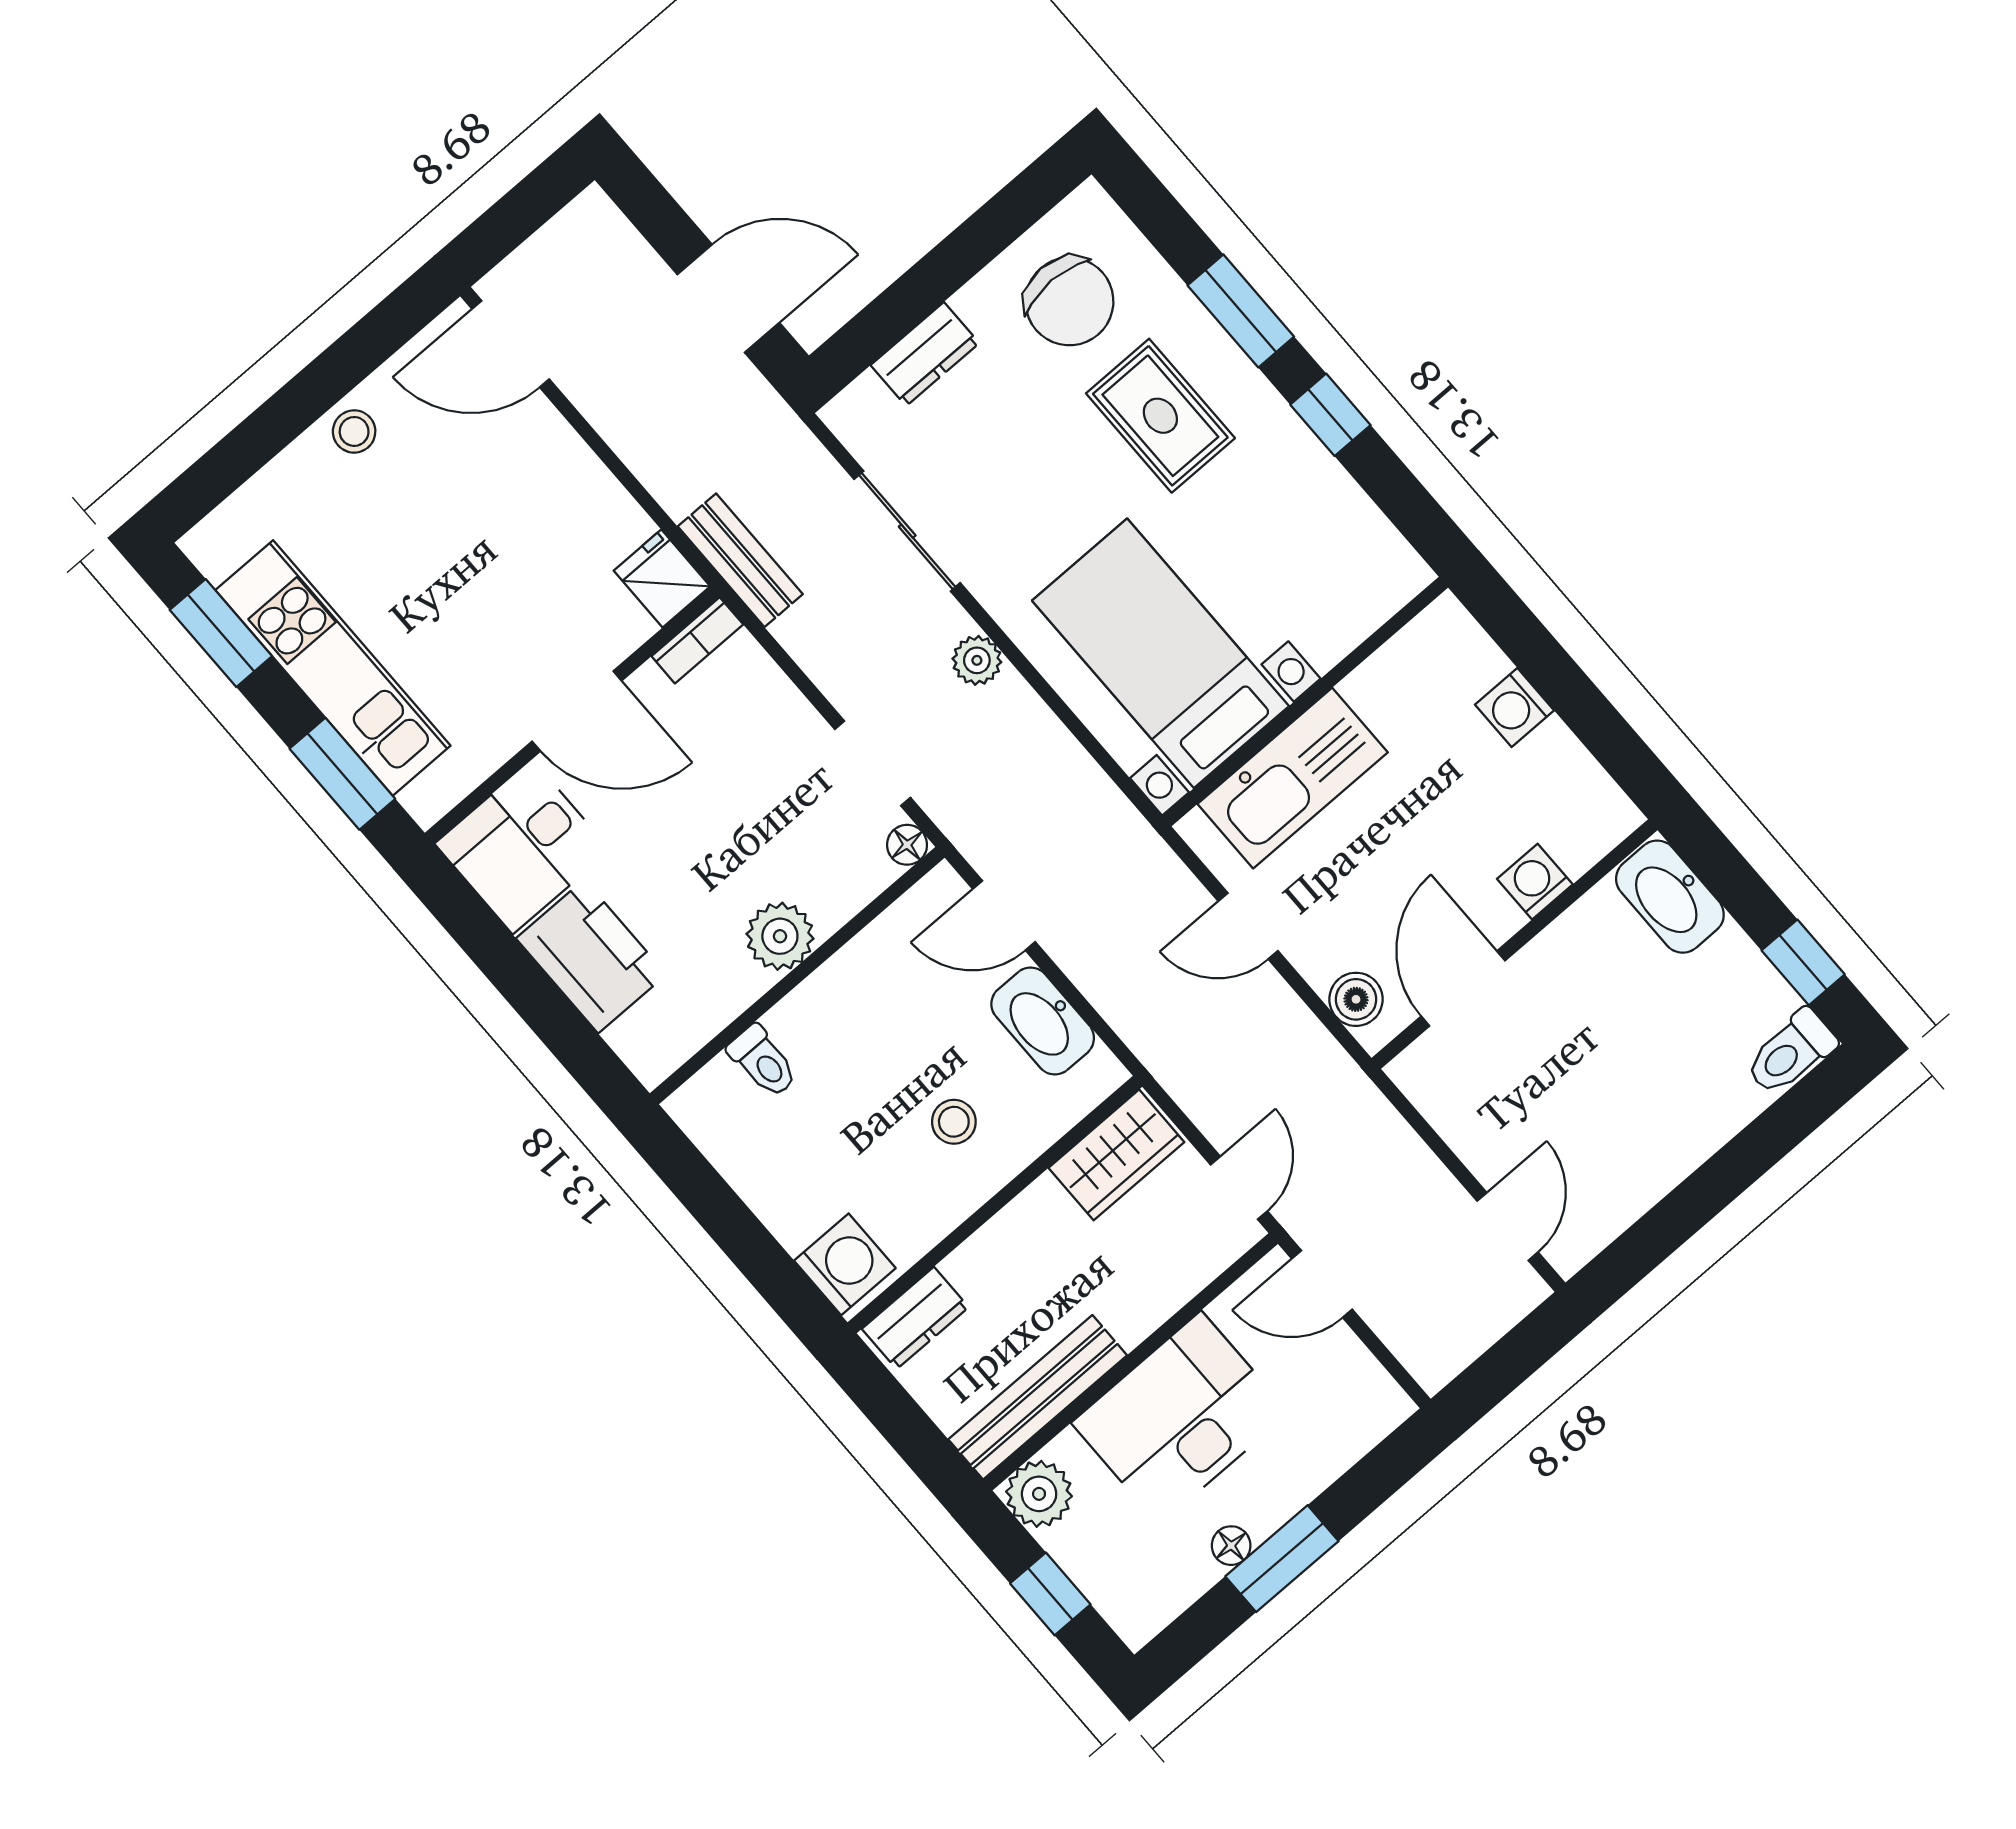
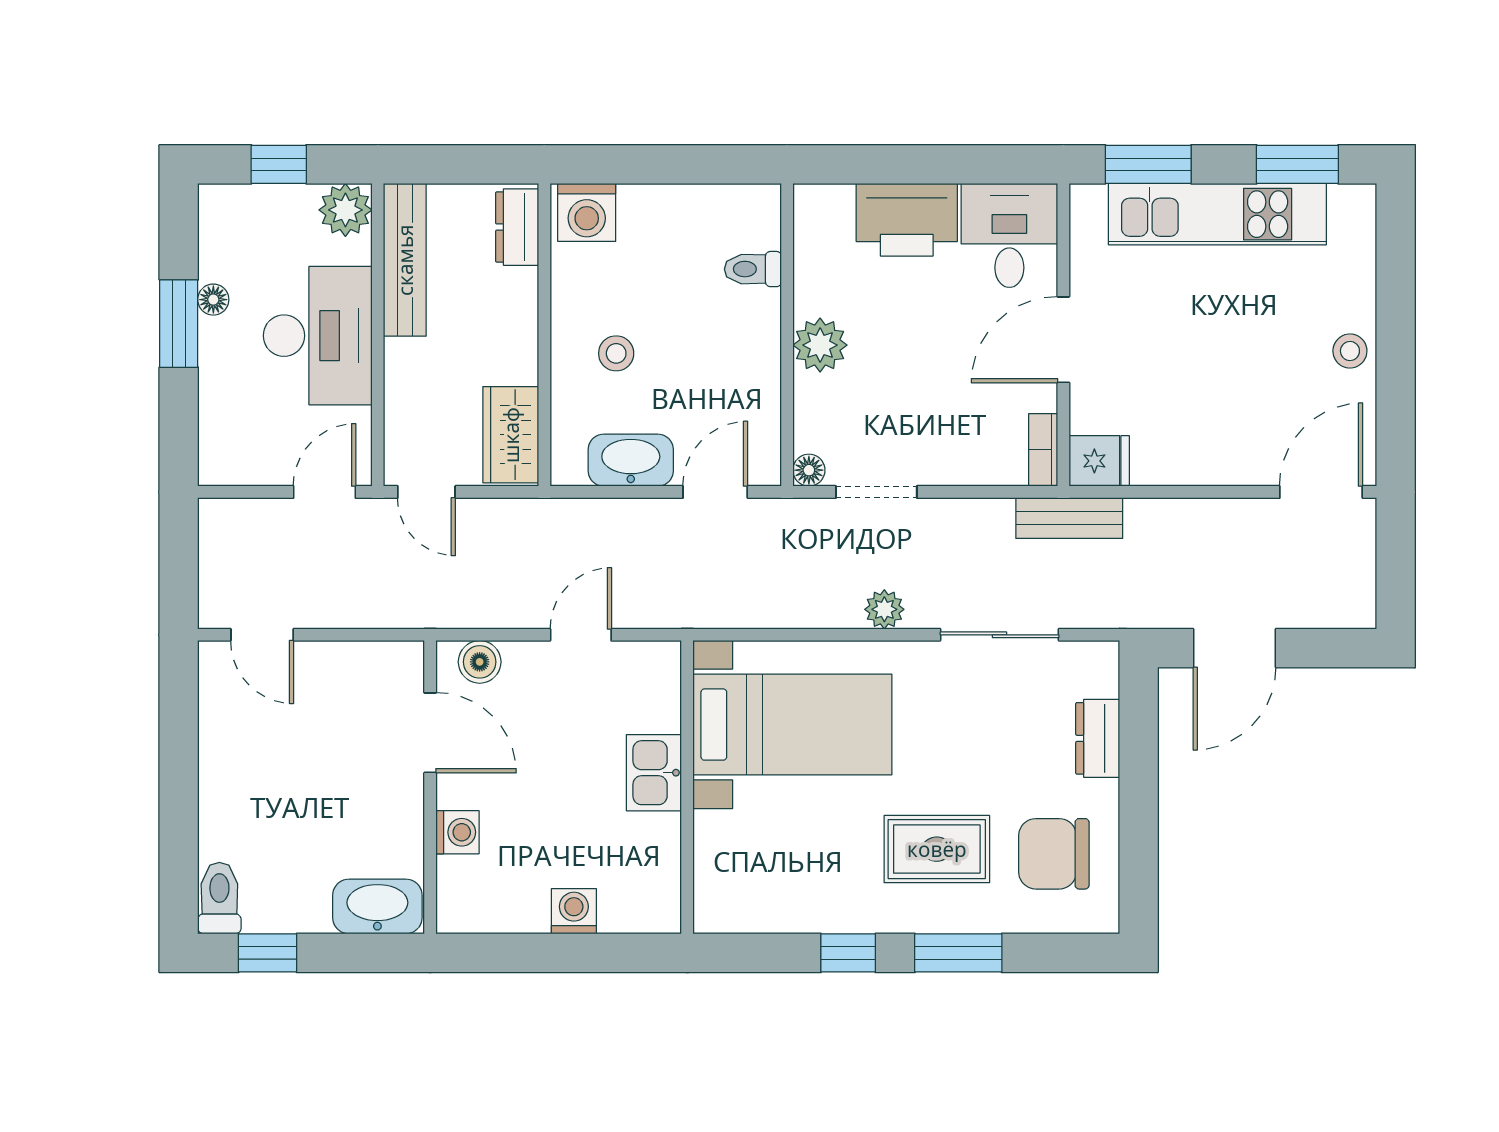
kitchen sink: (1293, 778) -> (654, 773), width x0.53, depth x0.81

